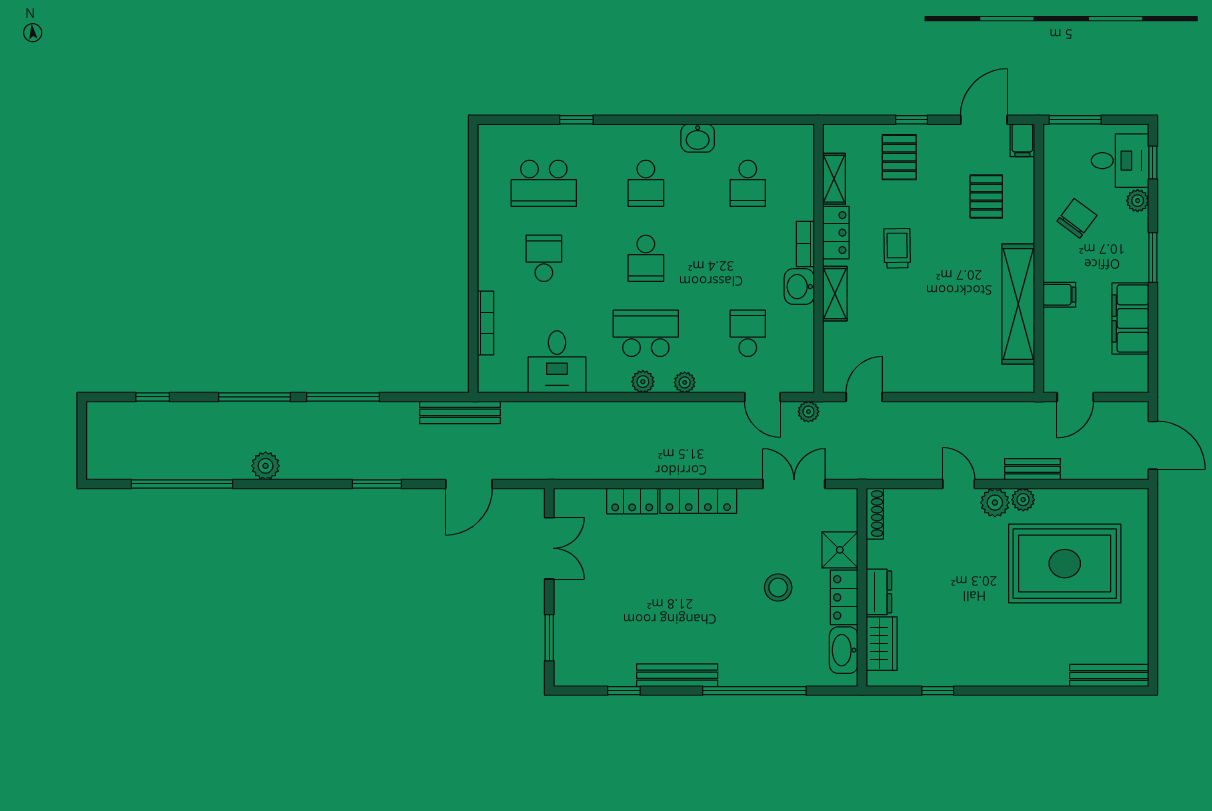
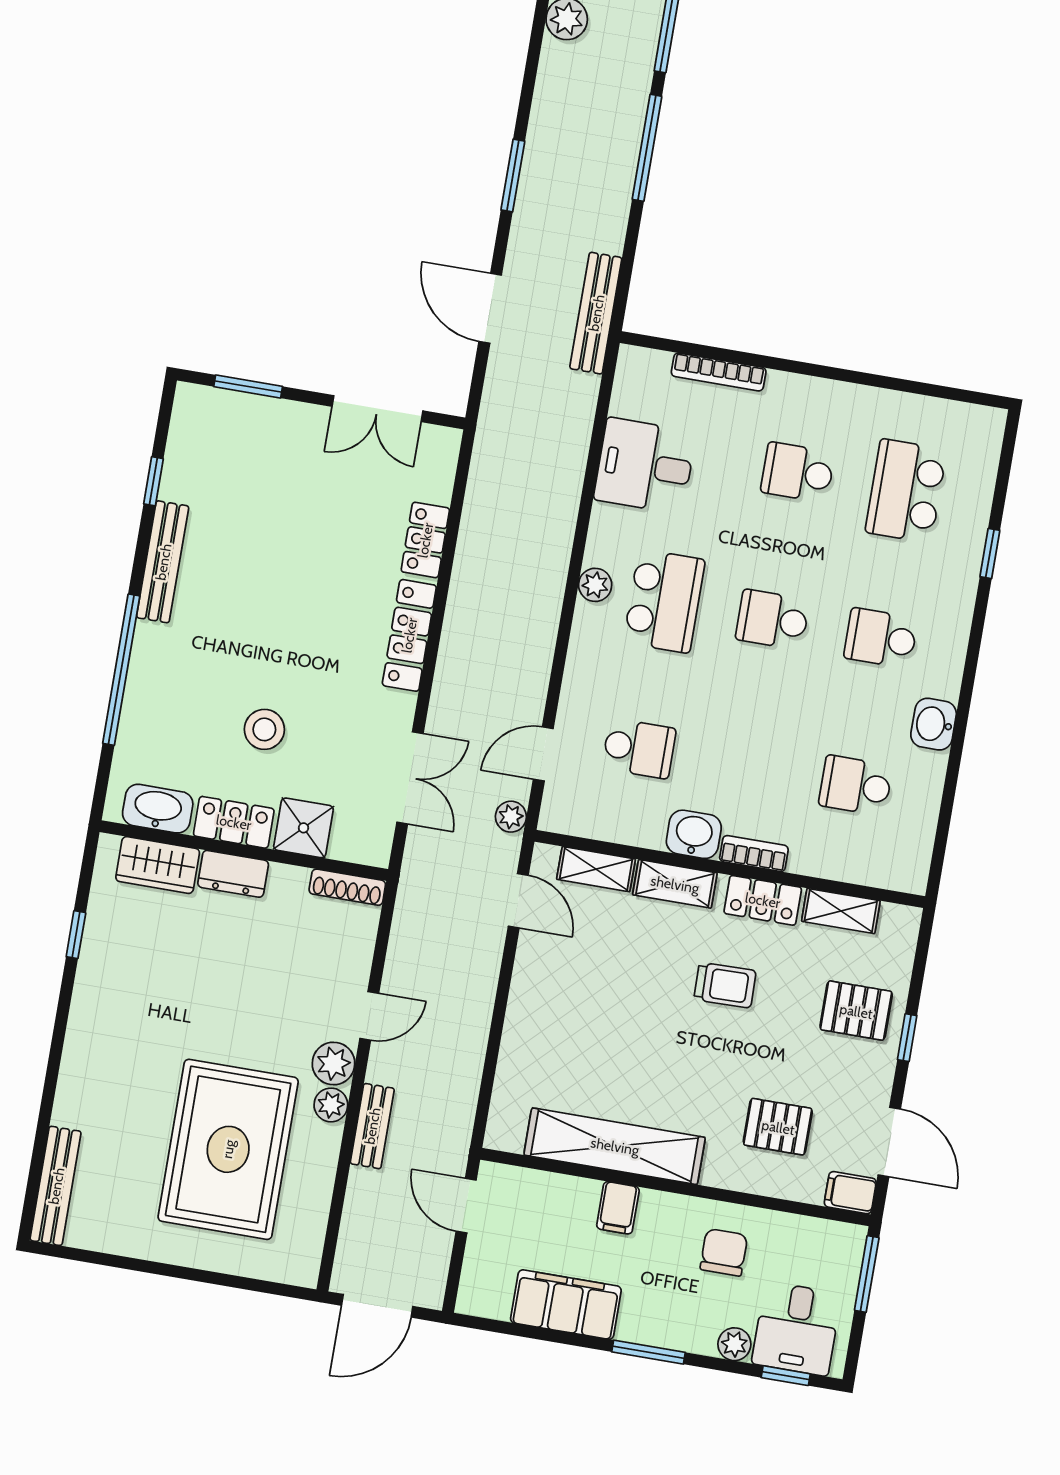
chair: (1077, 218) -> (724, 1252), turned -127
school desk: (544, 258) -> (798, 472), turned 180
shelving: (834, 348) -> (596, 869), added
plant: (685, 382) -> (584, 645), removed

